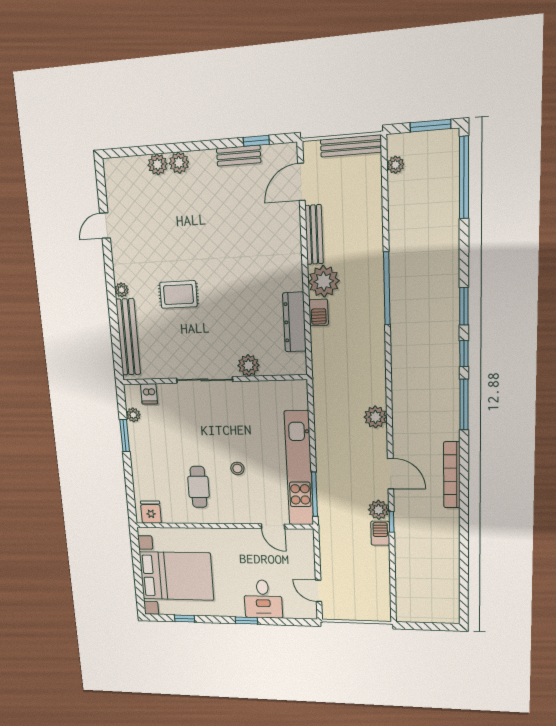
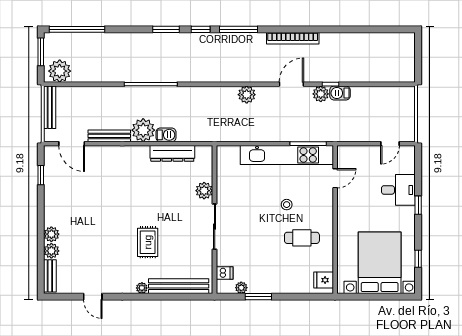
bench: (239, 156) -> (50, 276), moved
plant: (395, 165) -> (60, 71), width x1.88, depth x1.88

